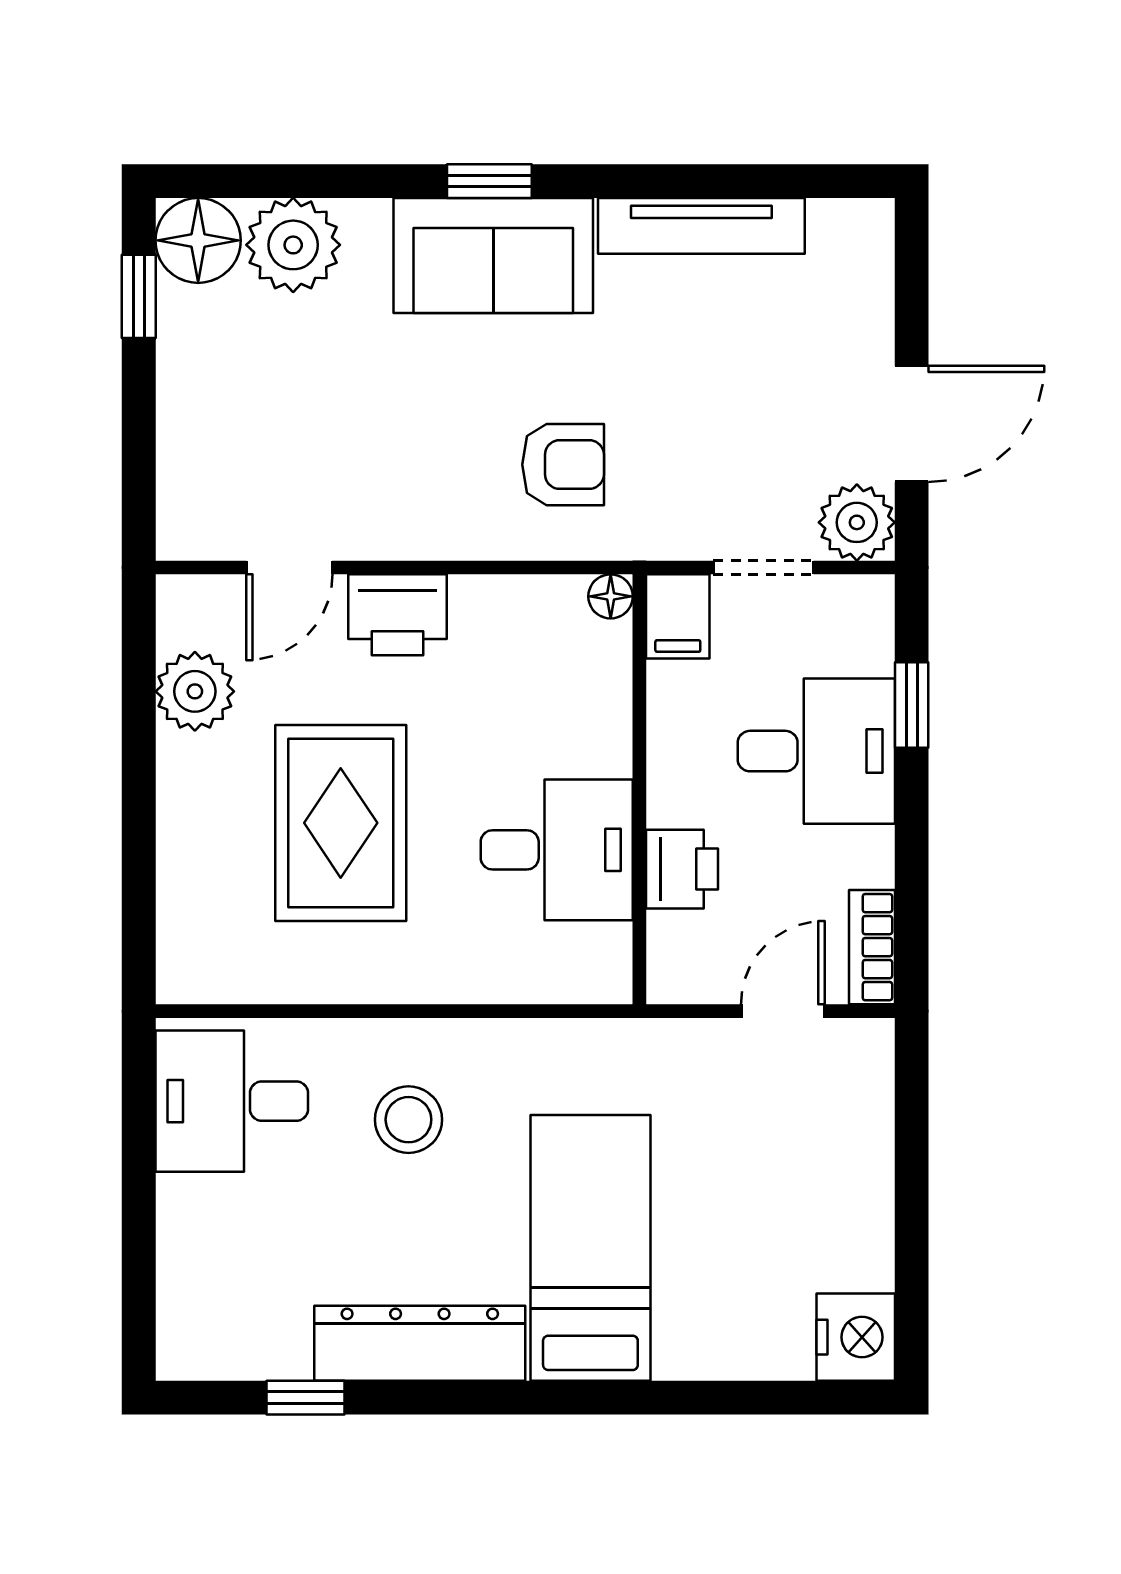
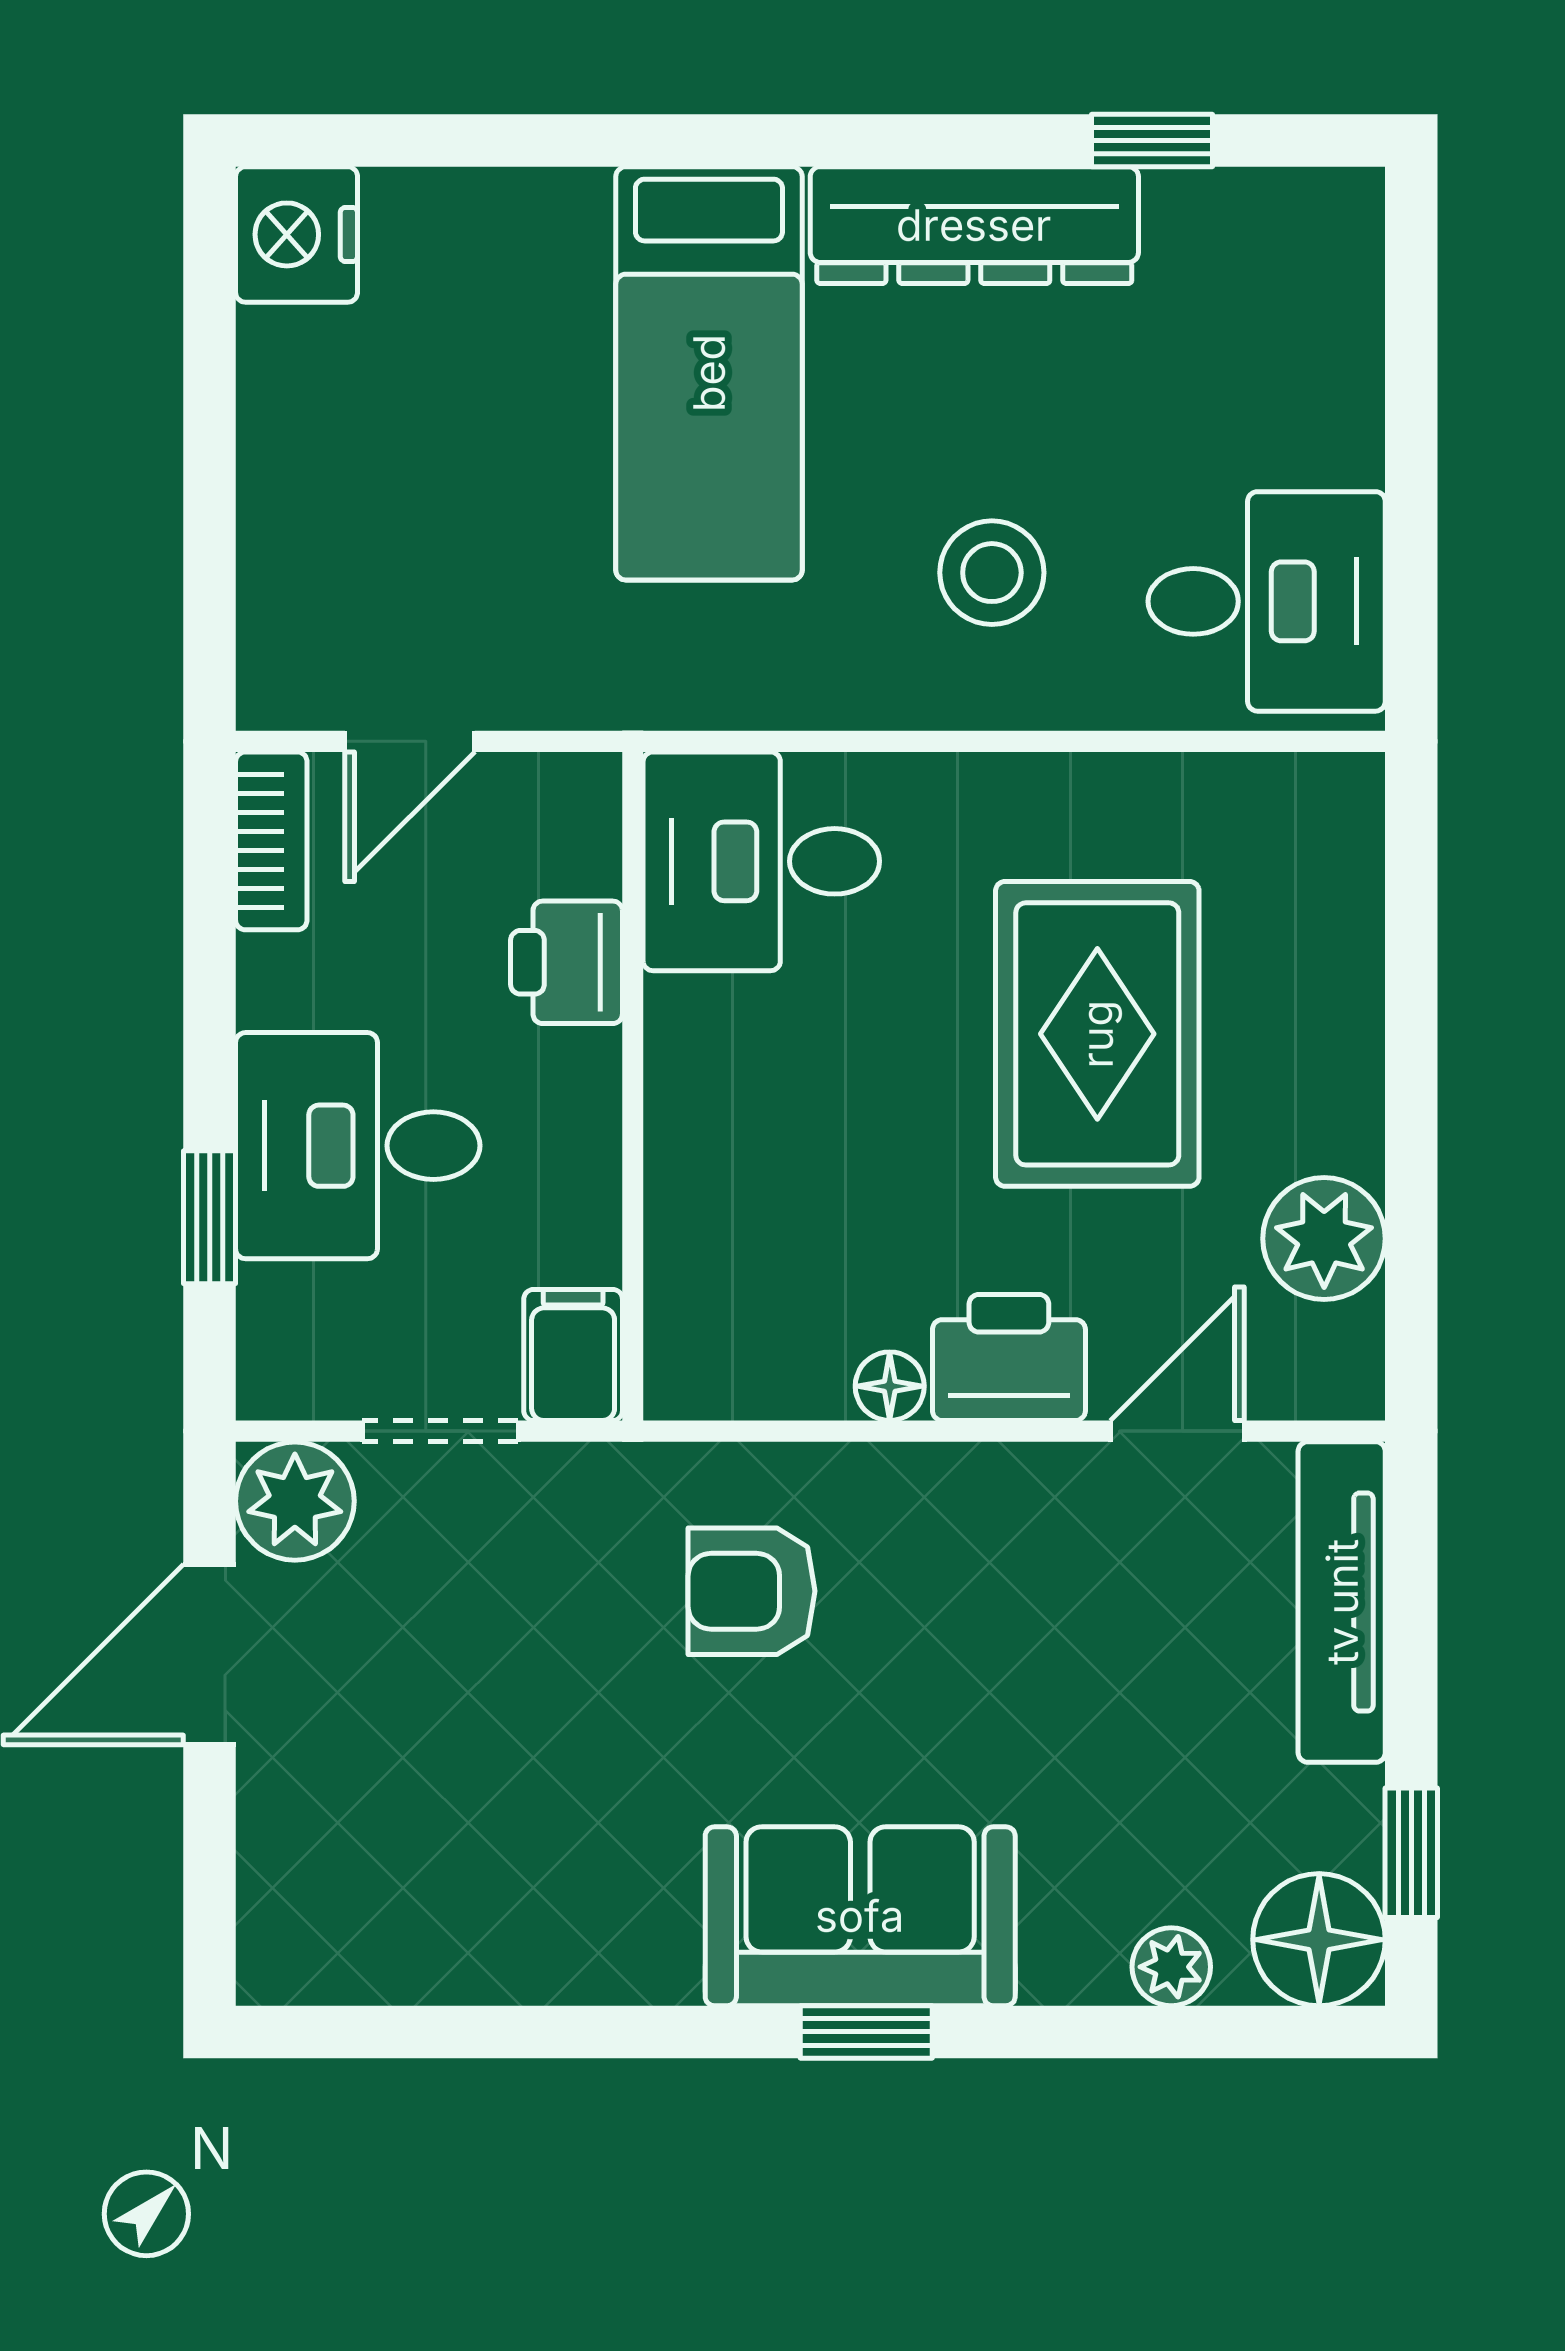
tv unit: (701, 226) -> (1342, 1602), moved, turned -90
plant: (293, 245) -> (1171, 1967), width x0.53, depth x0.53
floor lamp: (611, 596) -> (890, 1386), moved
desk: (557, 850) -> (761, 861), moved

